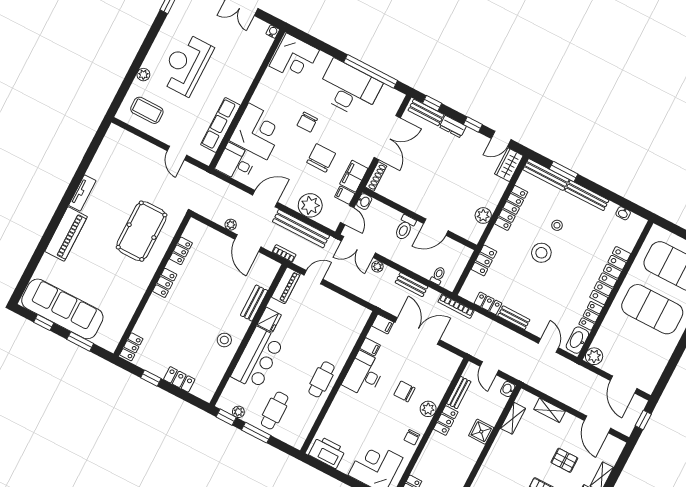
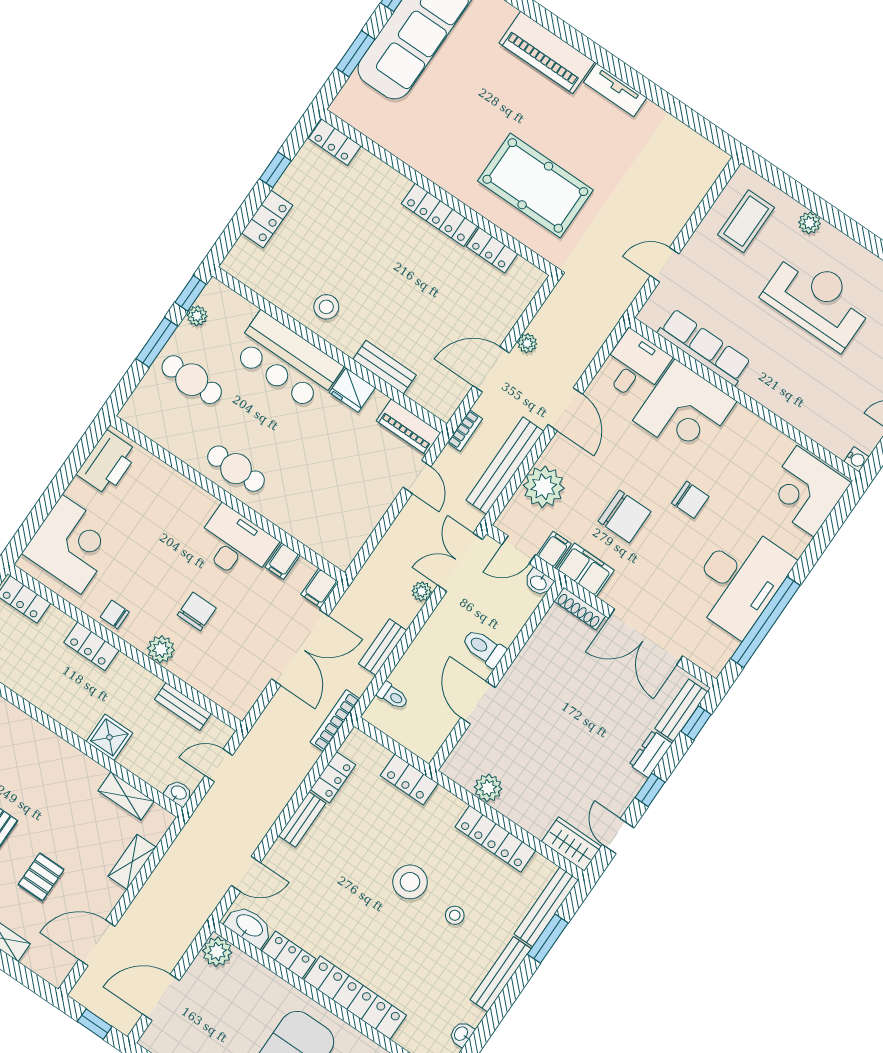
chair: (307, 122) -> (690, 500), turned 180
locker: (165, 283) -> (439, 215), width x1.53
locker: (446, 421) -> (91, 646), moved

